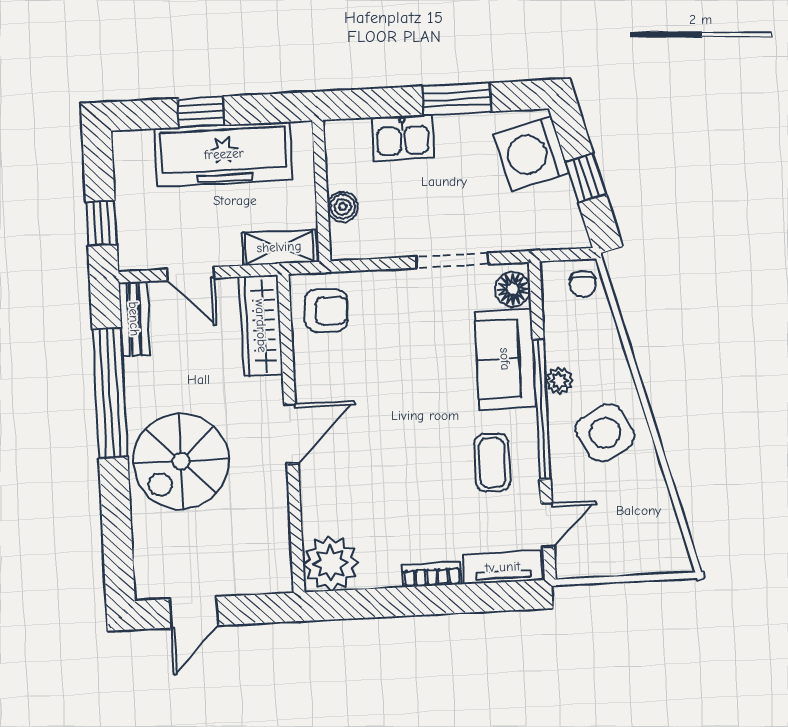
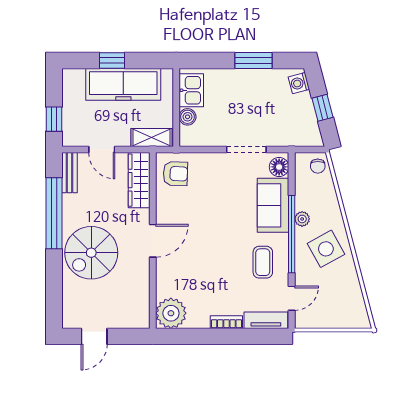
kitchen sink: (403, 138) -> (191, 90), moved, turned -90
washing machine: (532, 153) -> (299, 83), width x0.53, depth x0.53

